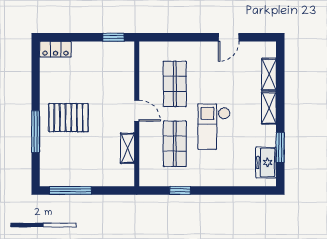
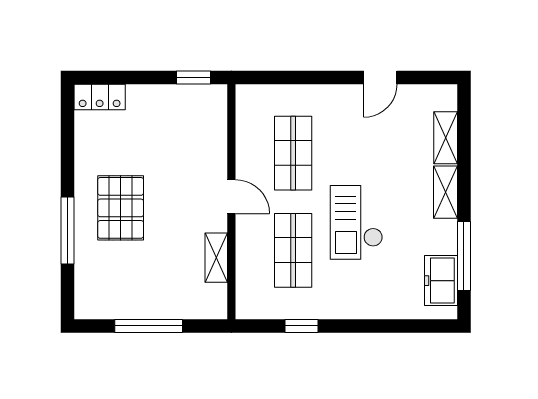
pallet: (68, 118) -> (121, 208), turned 90
window: (280, 147) -> (464, 256), width x1.44
window: (70, 190) -> (149, 326), moved

